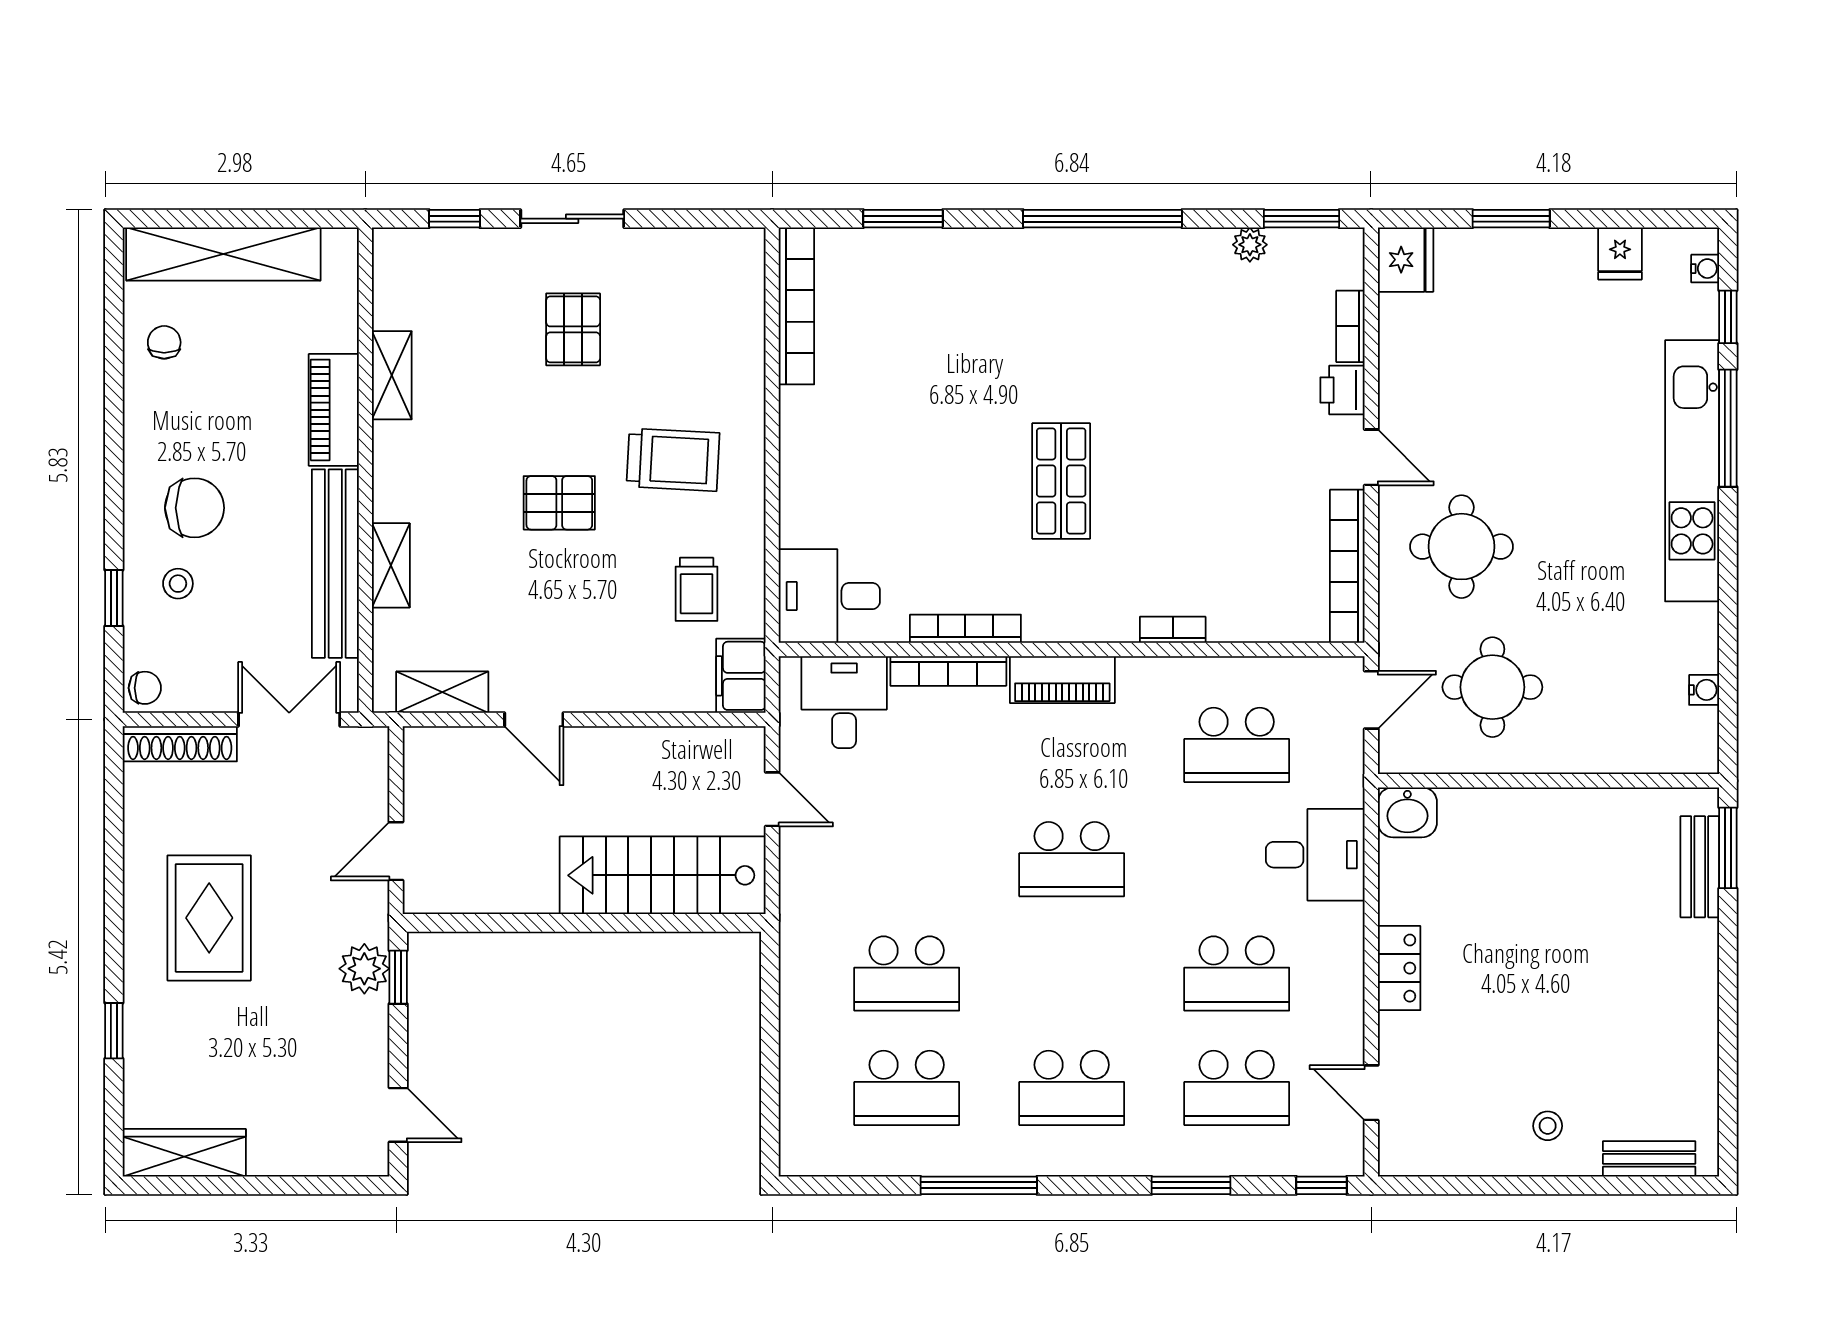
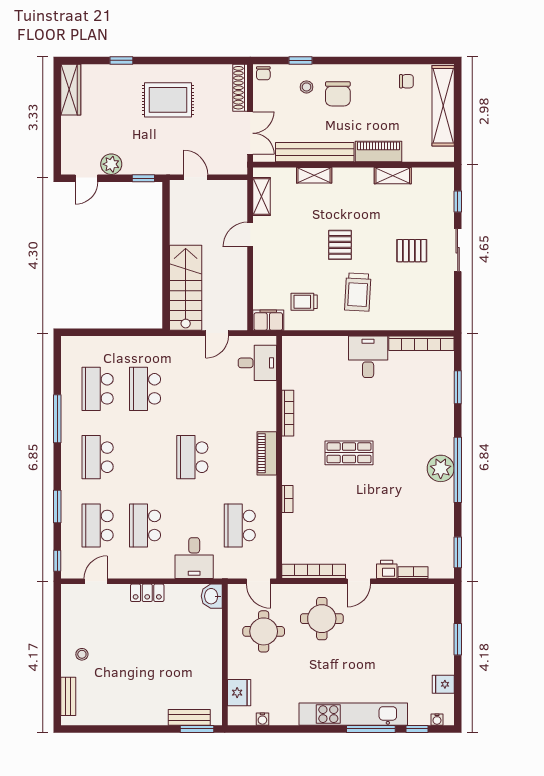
plant: (1250, 245) -> (441, 468), moved, width x1.88, depth x1.88
fridge: (1406, 260) -> (239, 693), moved, turned -90
desk: (829, 596) -> (368, 357), moved
bookcase: (948, 671) -> (270, 406), removed
plant: (364, 969) -> (111, 164), moved

